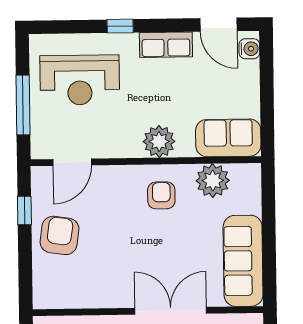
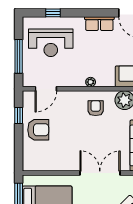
window: (120, 26) -> (53, 13), moved
plant: (159, 141) -> (91, 82), width x0.53, depth x0.53
armchair: (59, 235) -> (38, 130), turned 82

